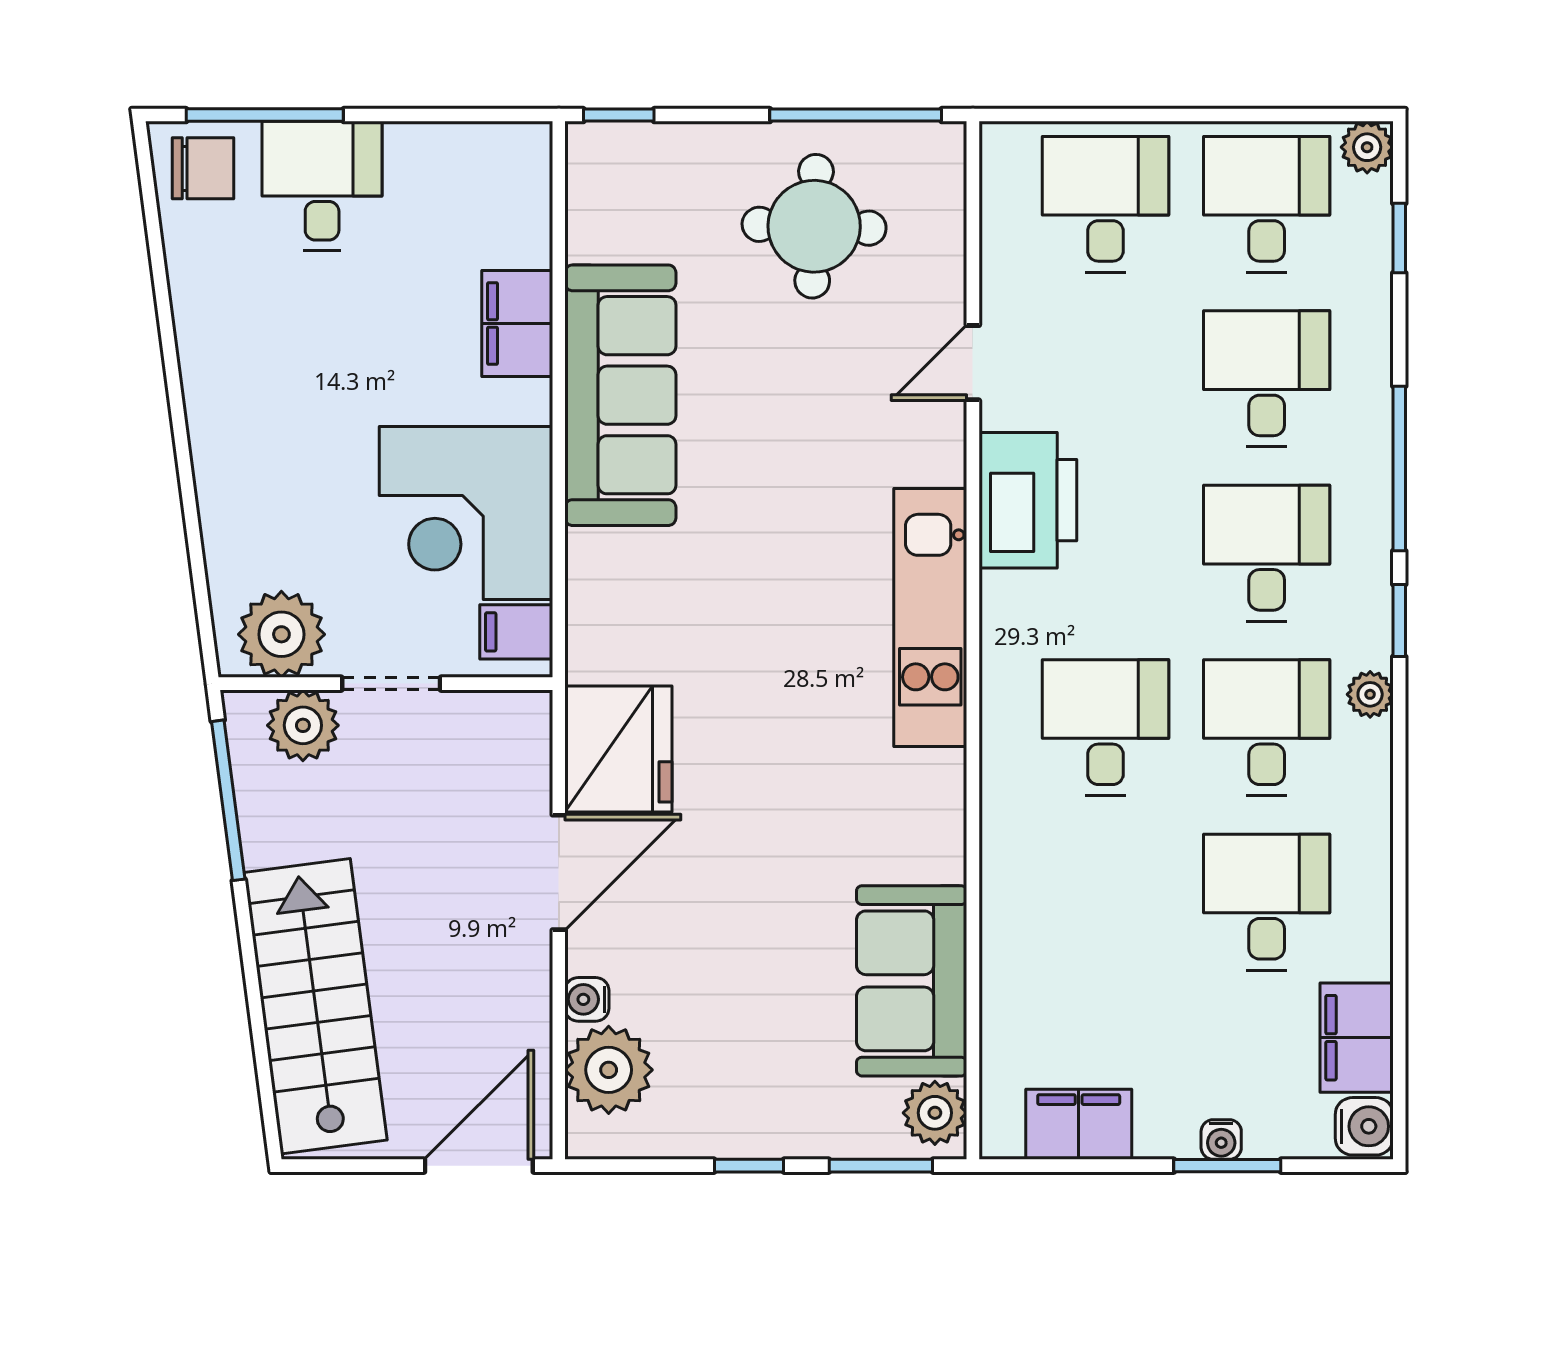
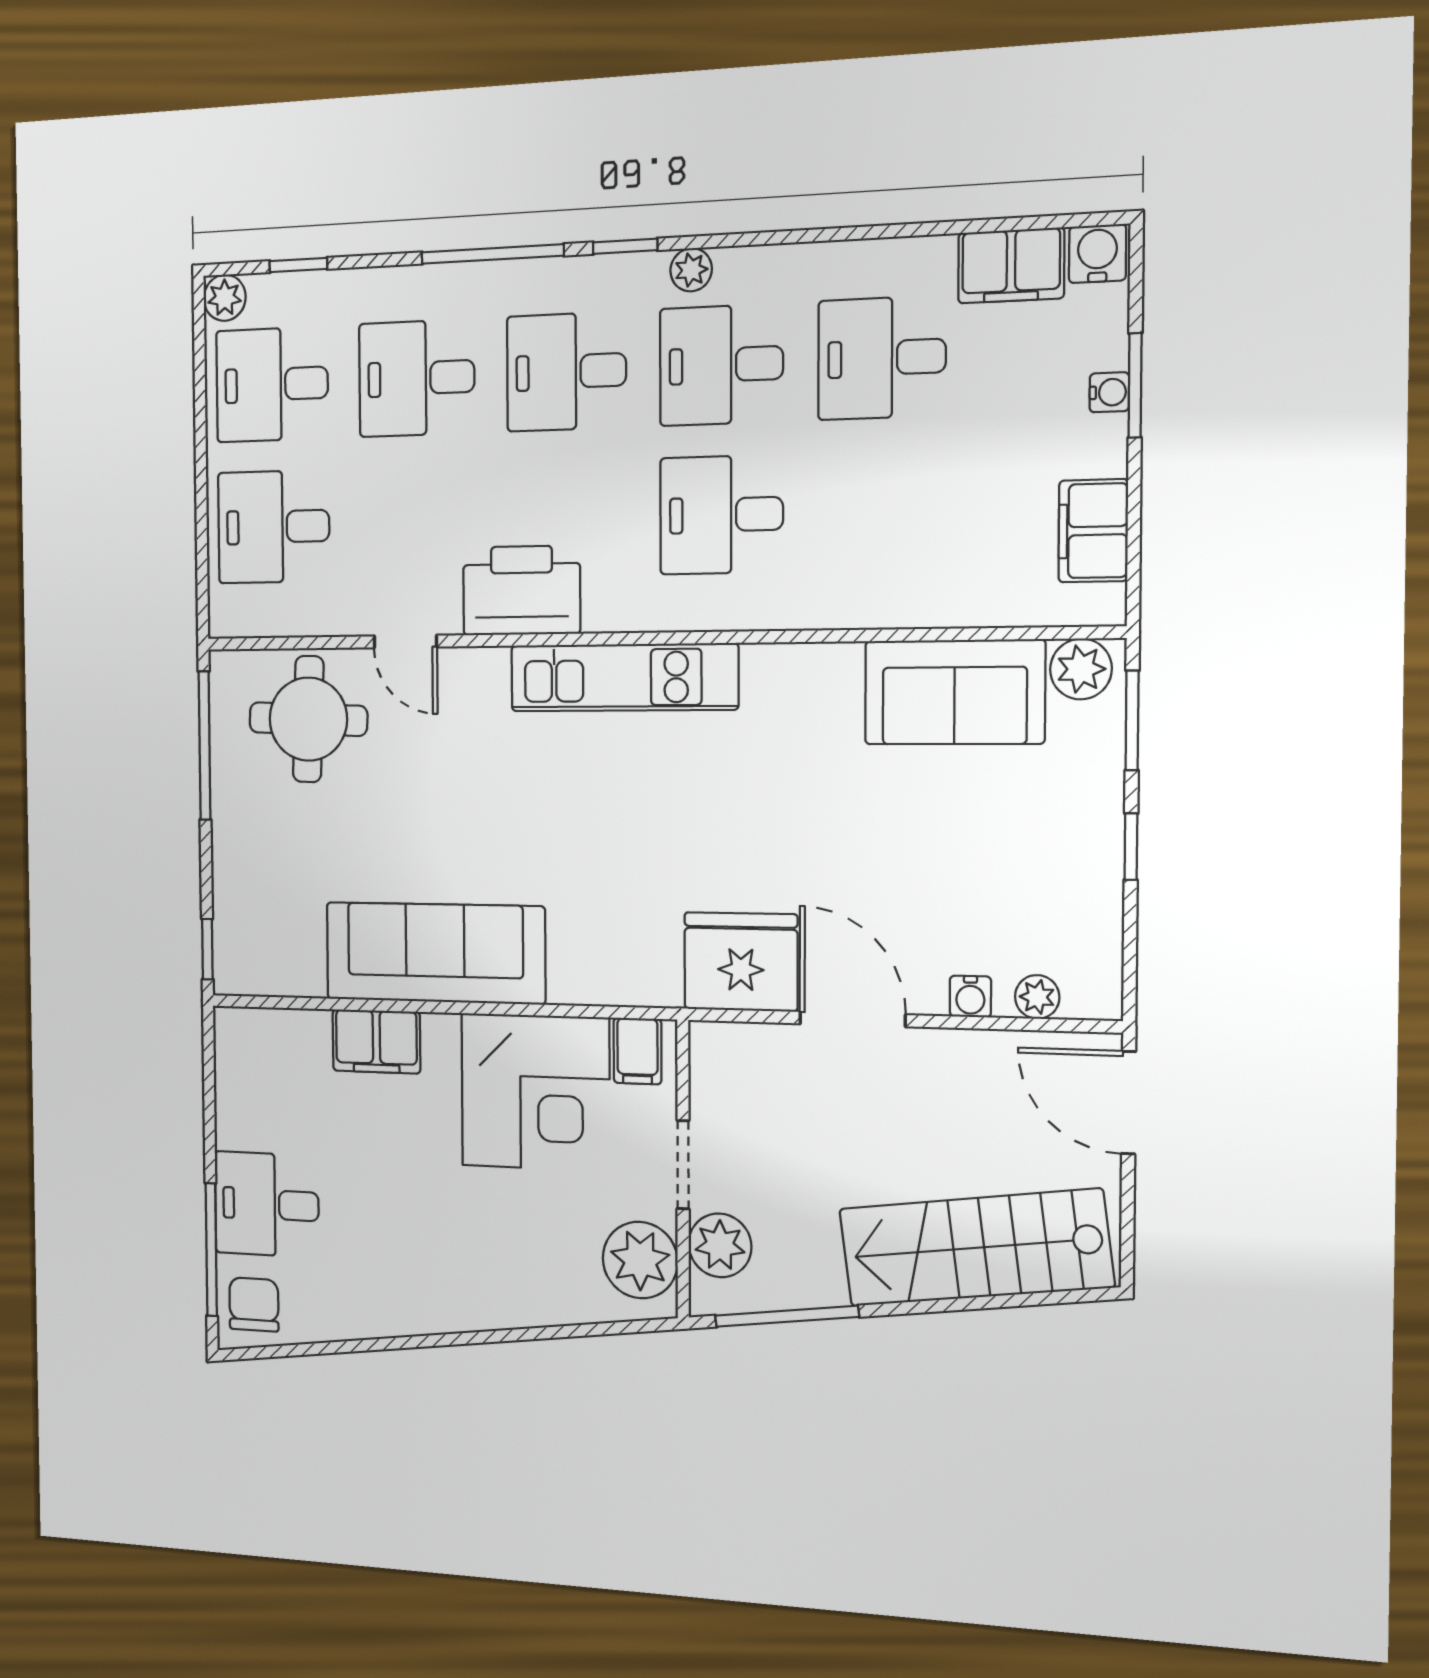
round table: (814, 226) -> (308, 719), moved
plant: (609, 1070) -> (1037, 997), width x0.53, depth x0.53

